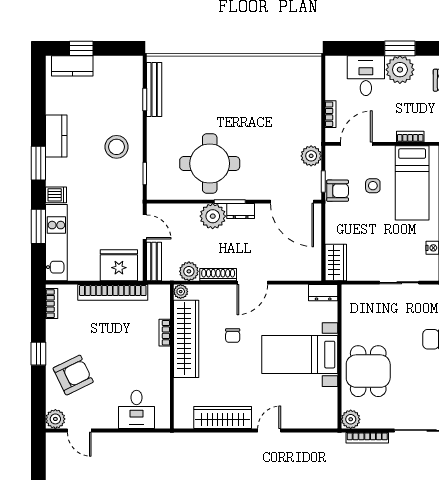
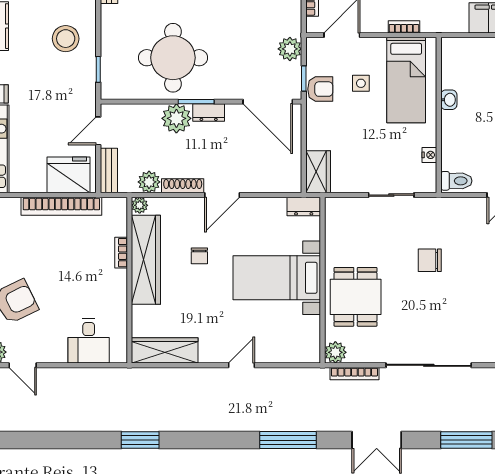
door: (145, 227) -> (98, 131), swing flipped
wardrobe: (223, 418) -> (165, 350), moved

